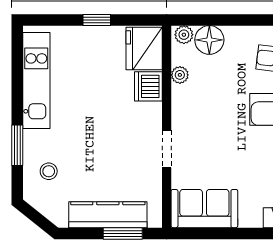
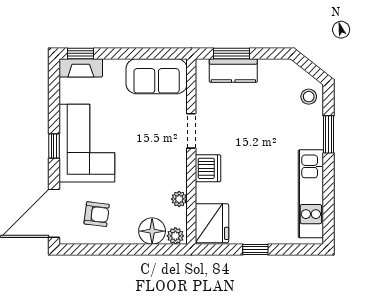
dishwasher: (148, 86) -> (208, 168), moved
stool: (49, 171) -> (309, 97), moved
kitchen counter: (108, 215) -> (233, 71), width x0.67

